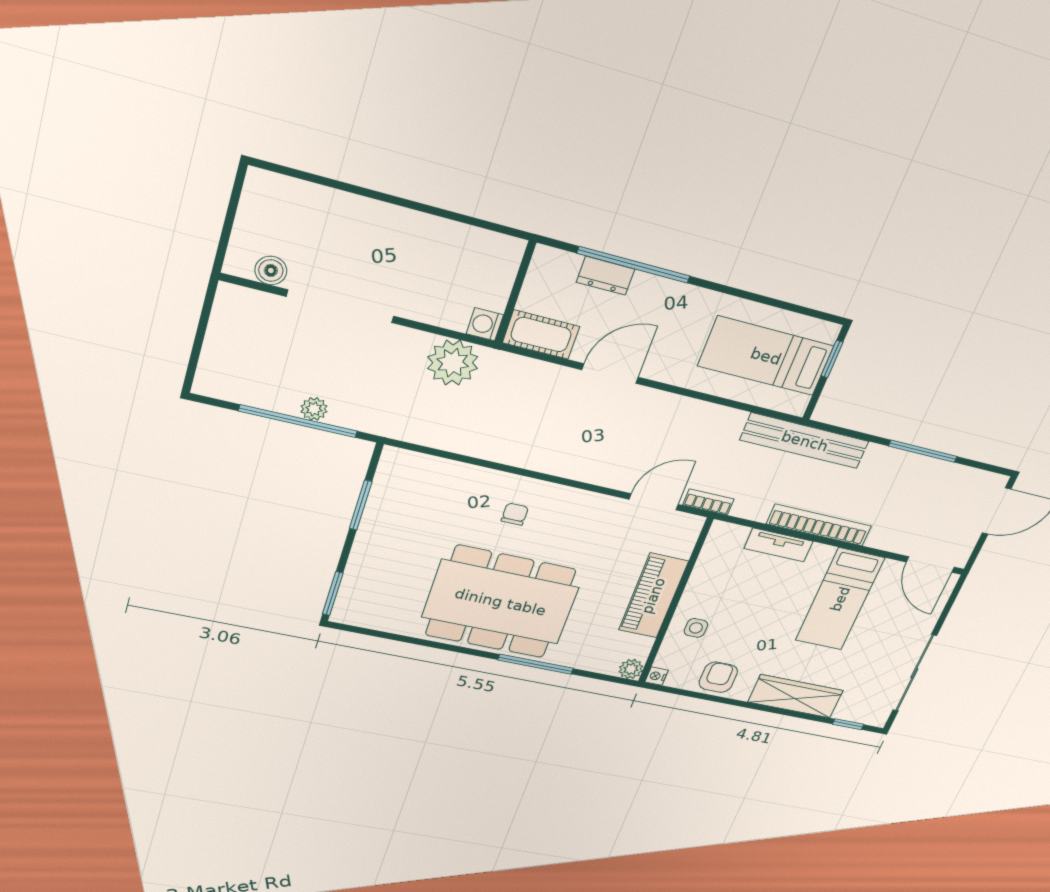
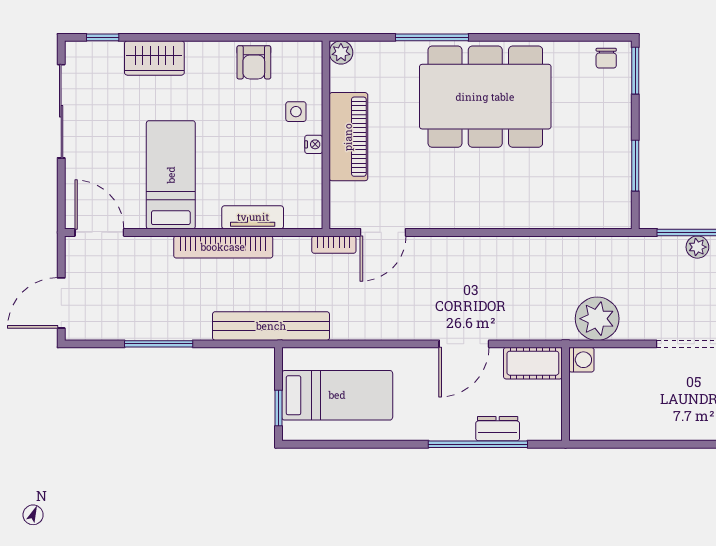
chair: (515, 514) -> (606, 58), moved
nightstand: (657, 676) -> (314, 144), moved
wardrobe: (796, 696) -> (154, 58), width x0.67

